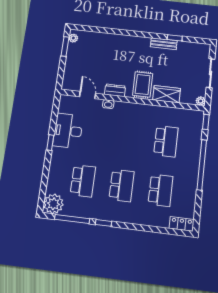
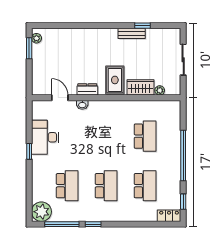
plant: (201, 101) -> (160, 90), moved
window: (206, 122) -> (183, 202), moved

